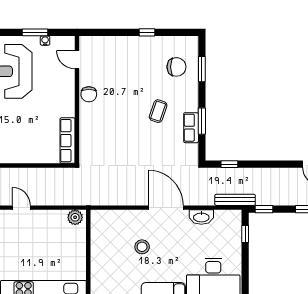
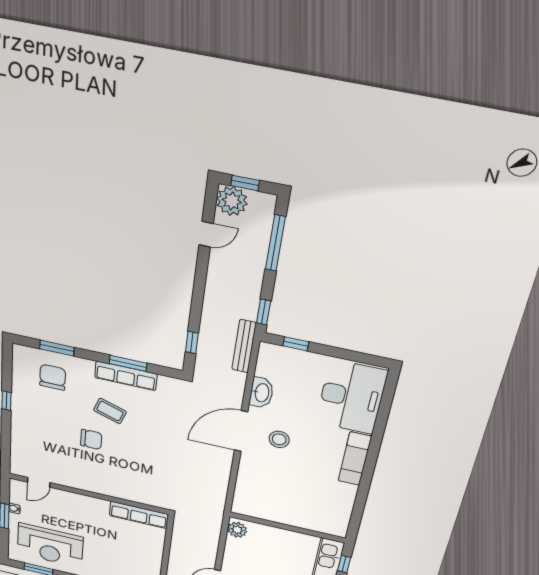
chair: (89, 94) -> (91, 439), moved
row of seats: (191, 128) -> (126, 376), width x1.48
stool: (142, 247) -> (279, 439), moved

